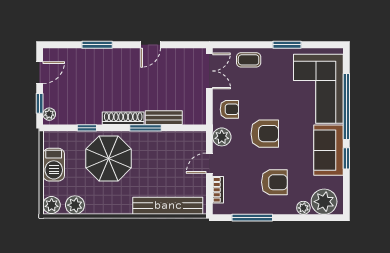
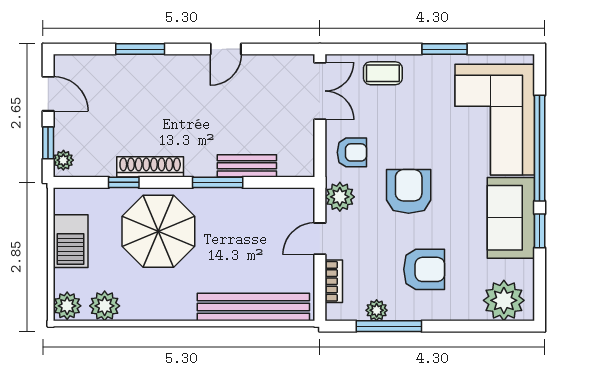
door: (40, 73) -> (48, 94), hinge flipped
shoe rack: (123, 118) -> (150, 167), moved
armchair: (265, 134) -> (409, 191), turned -90
plant: (303, 208) -> (377, 310), moved

